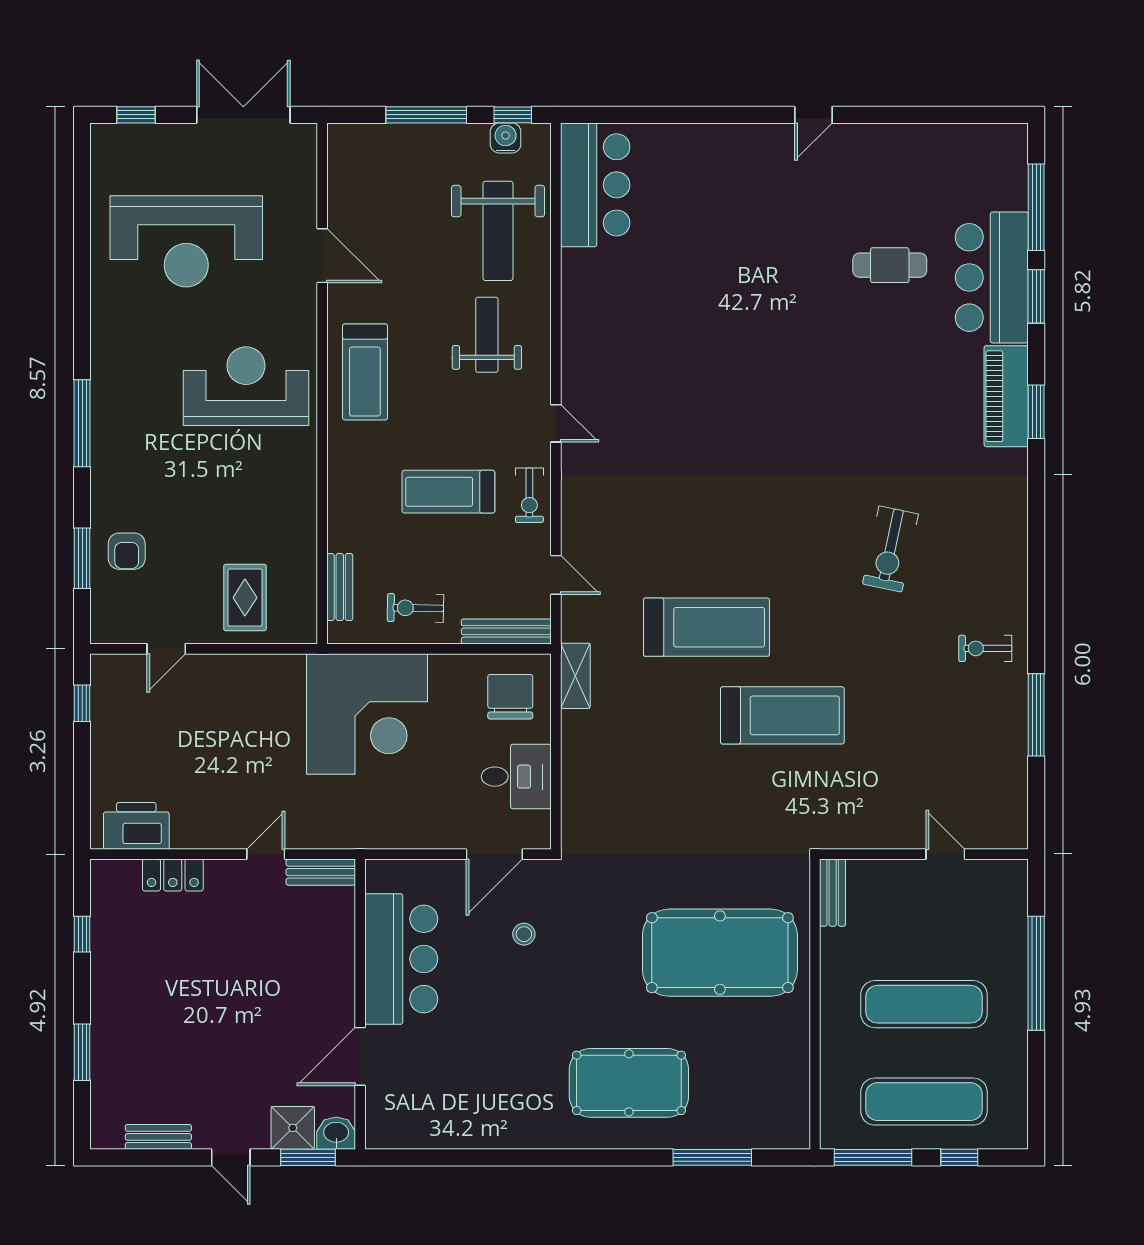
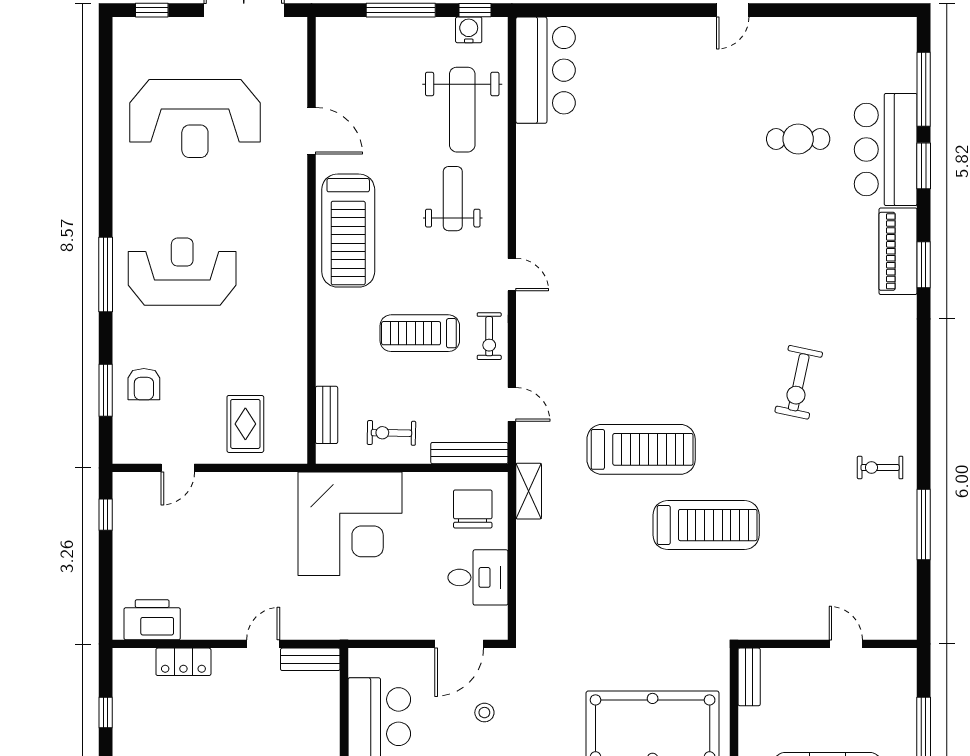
treadmill: (365, 372) -> (348, 231), width x1.37, depth x1.38
reception desk: (246, 386) -> (182, 272), moved

